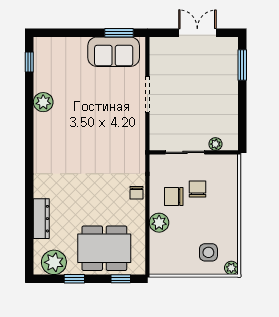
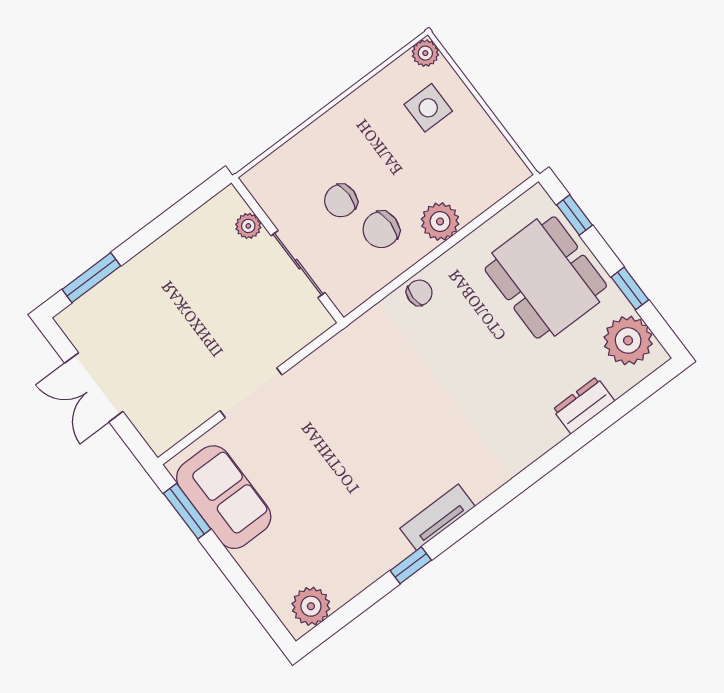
window: (29, 62) -> (411, 565), moved
plant: (43, 102) -> (311, 606), moved
tv unit: (41, 132) -> (437, 517), added
chair: (174, 196) -> (381, 230), turned 90
dresser: (41, 219) -> (584, 405), width x0.70

